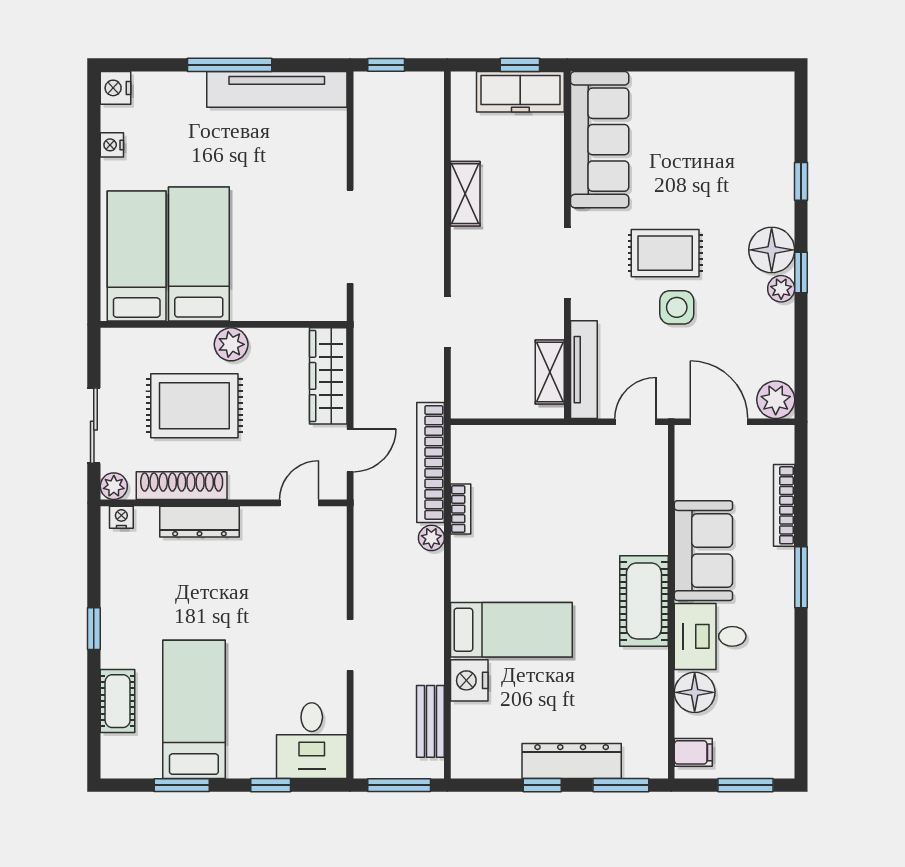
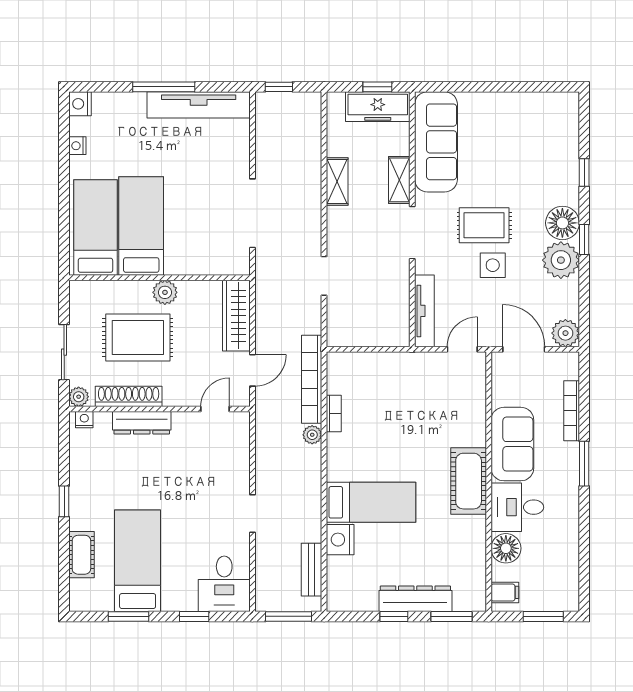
plant: (781, 289) -> (561, 260), width x1.88, depth x1.88
shelving: (550, 372) -> (399, 180), moved

